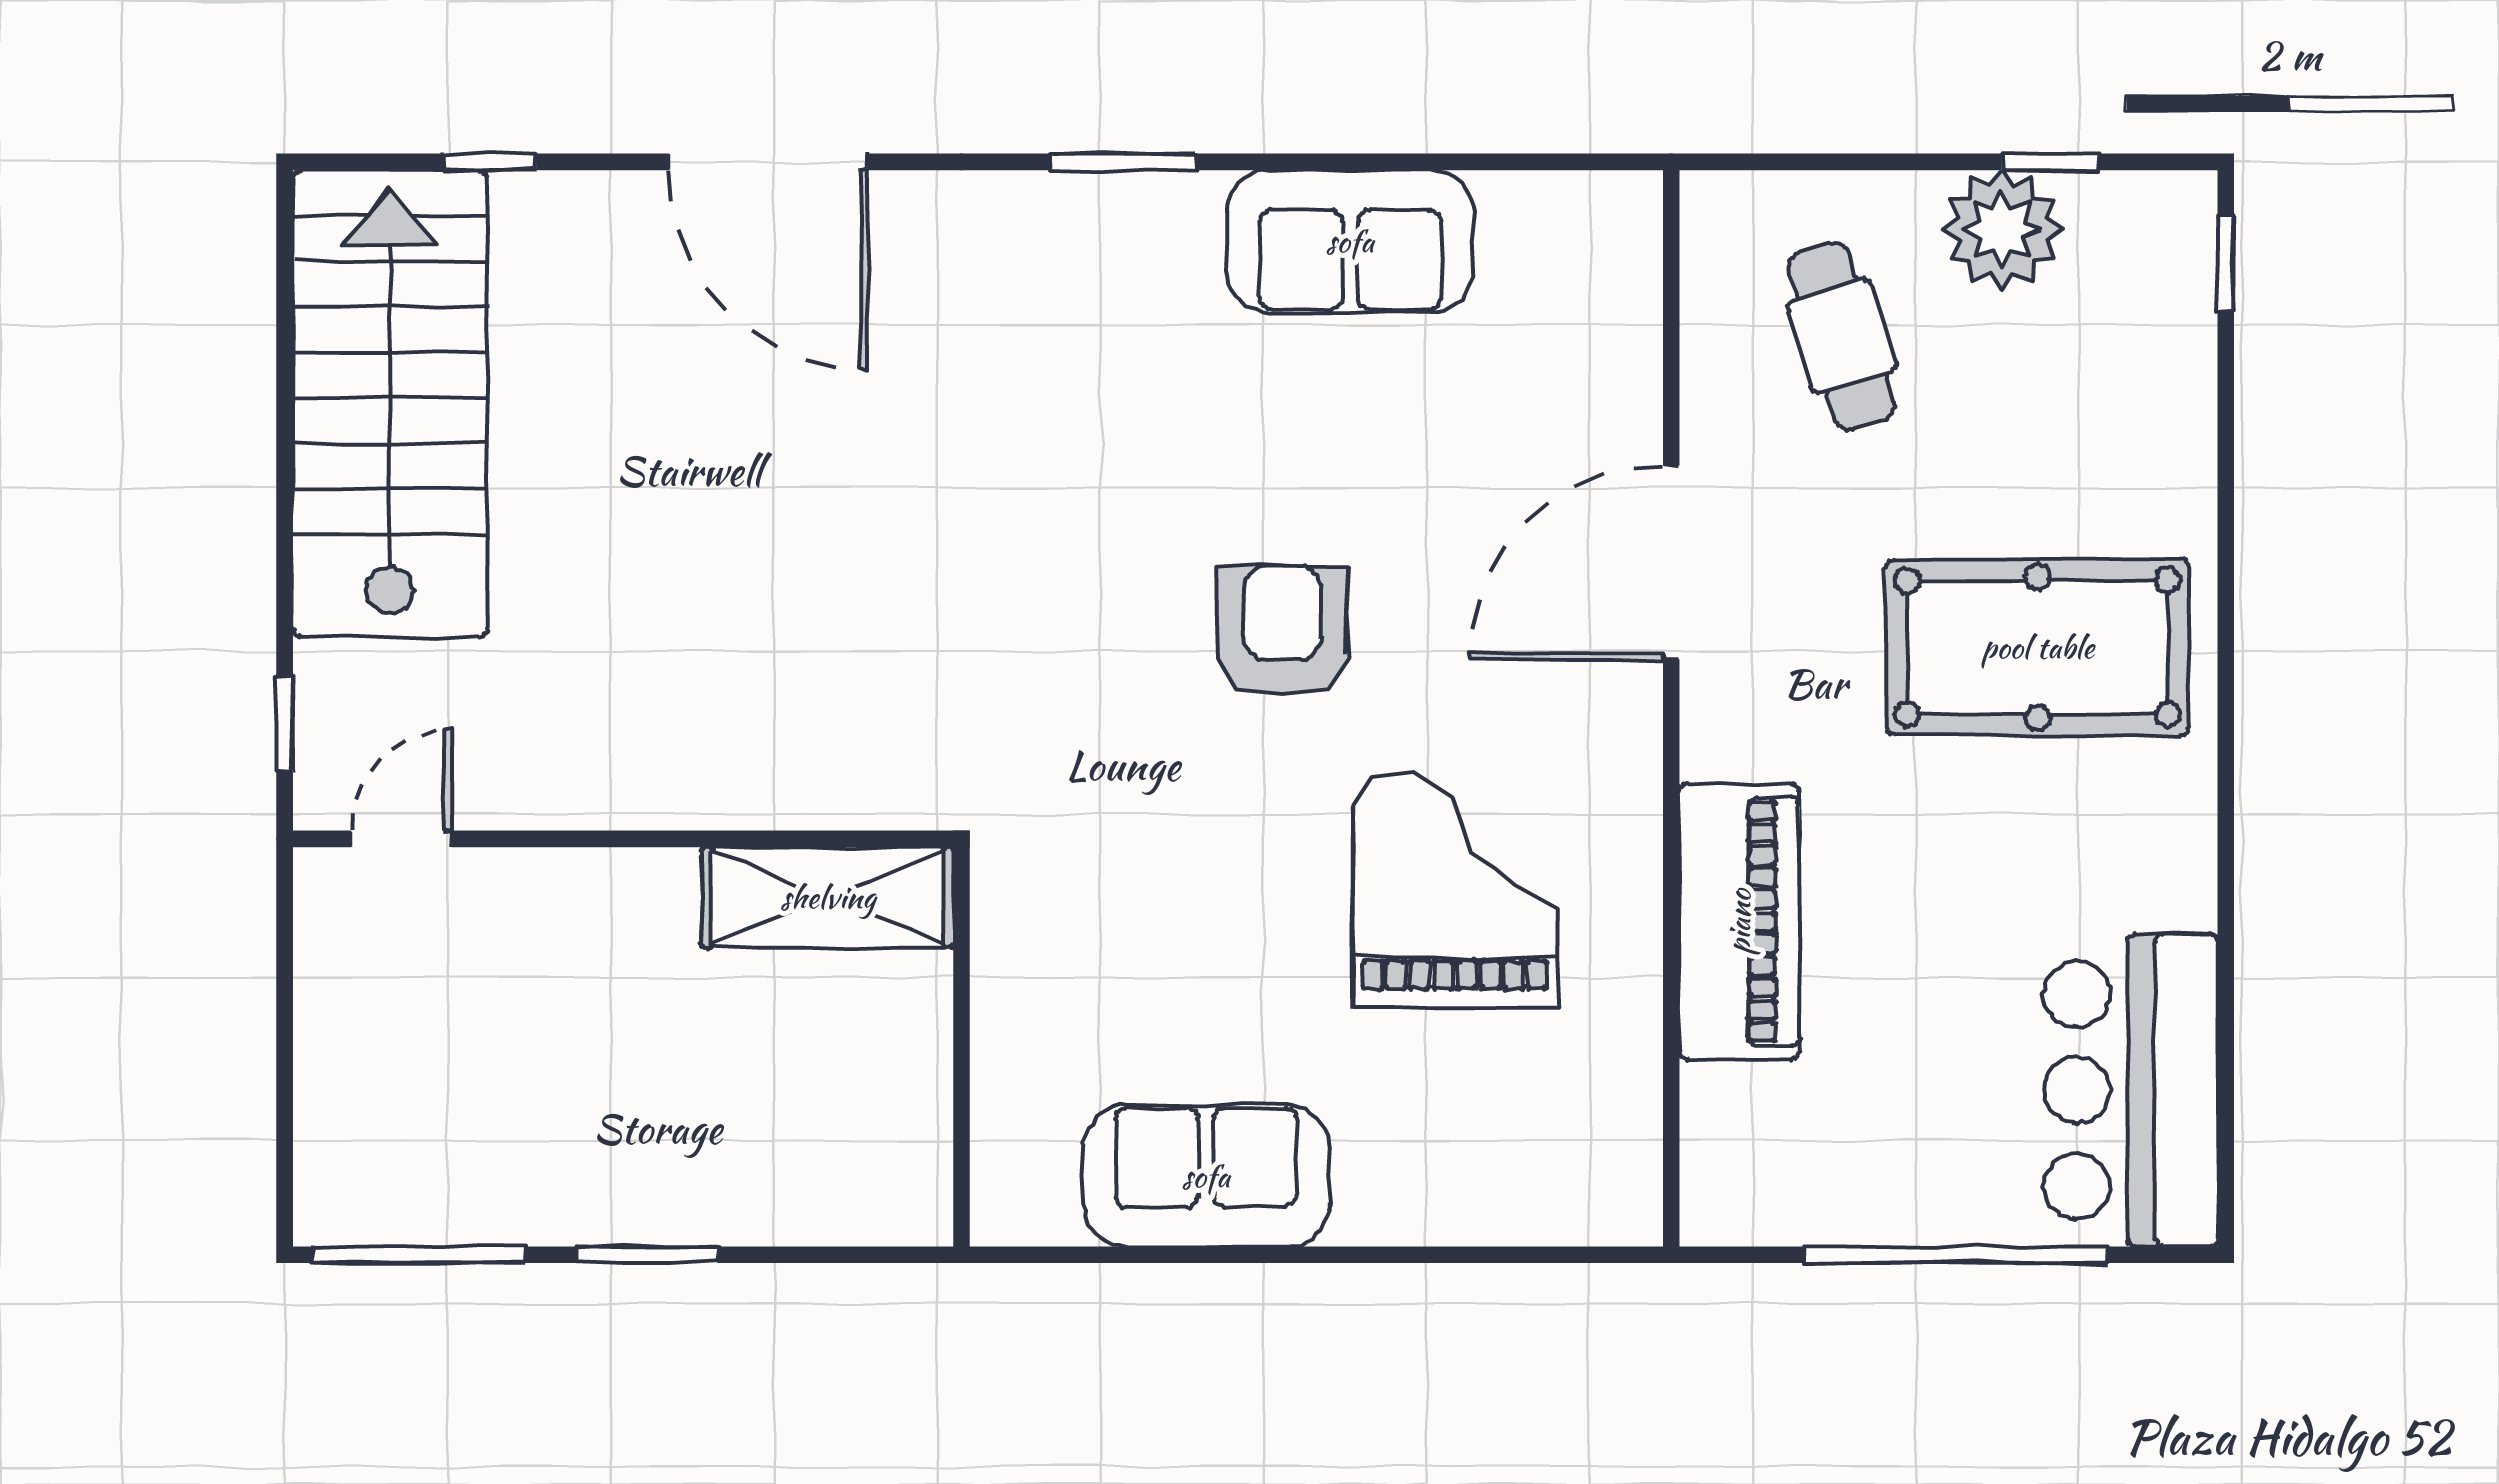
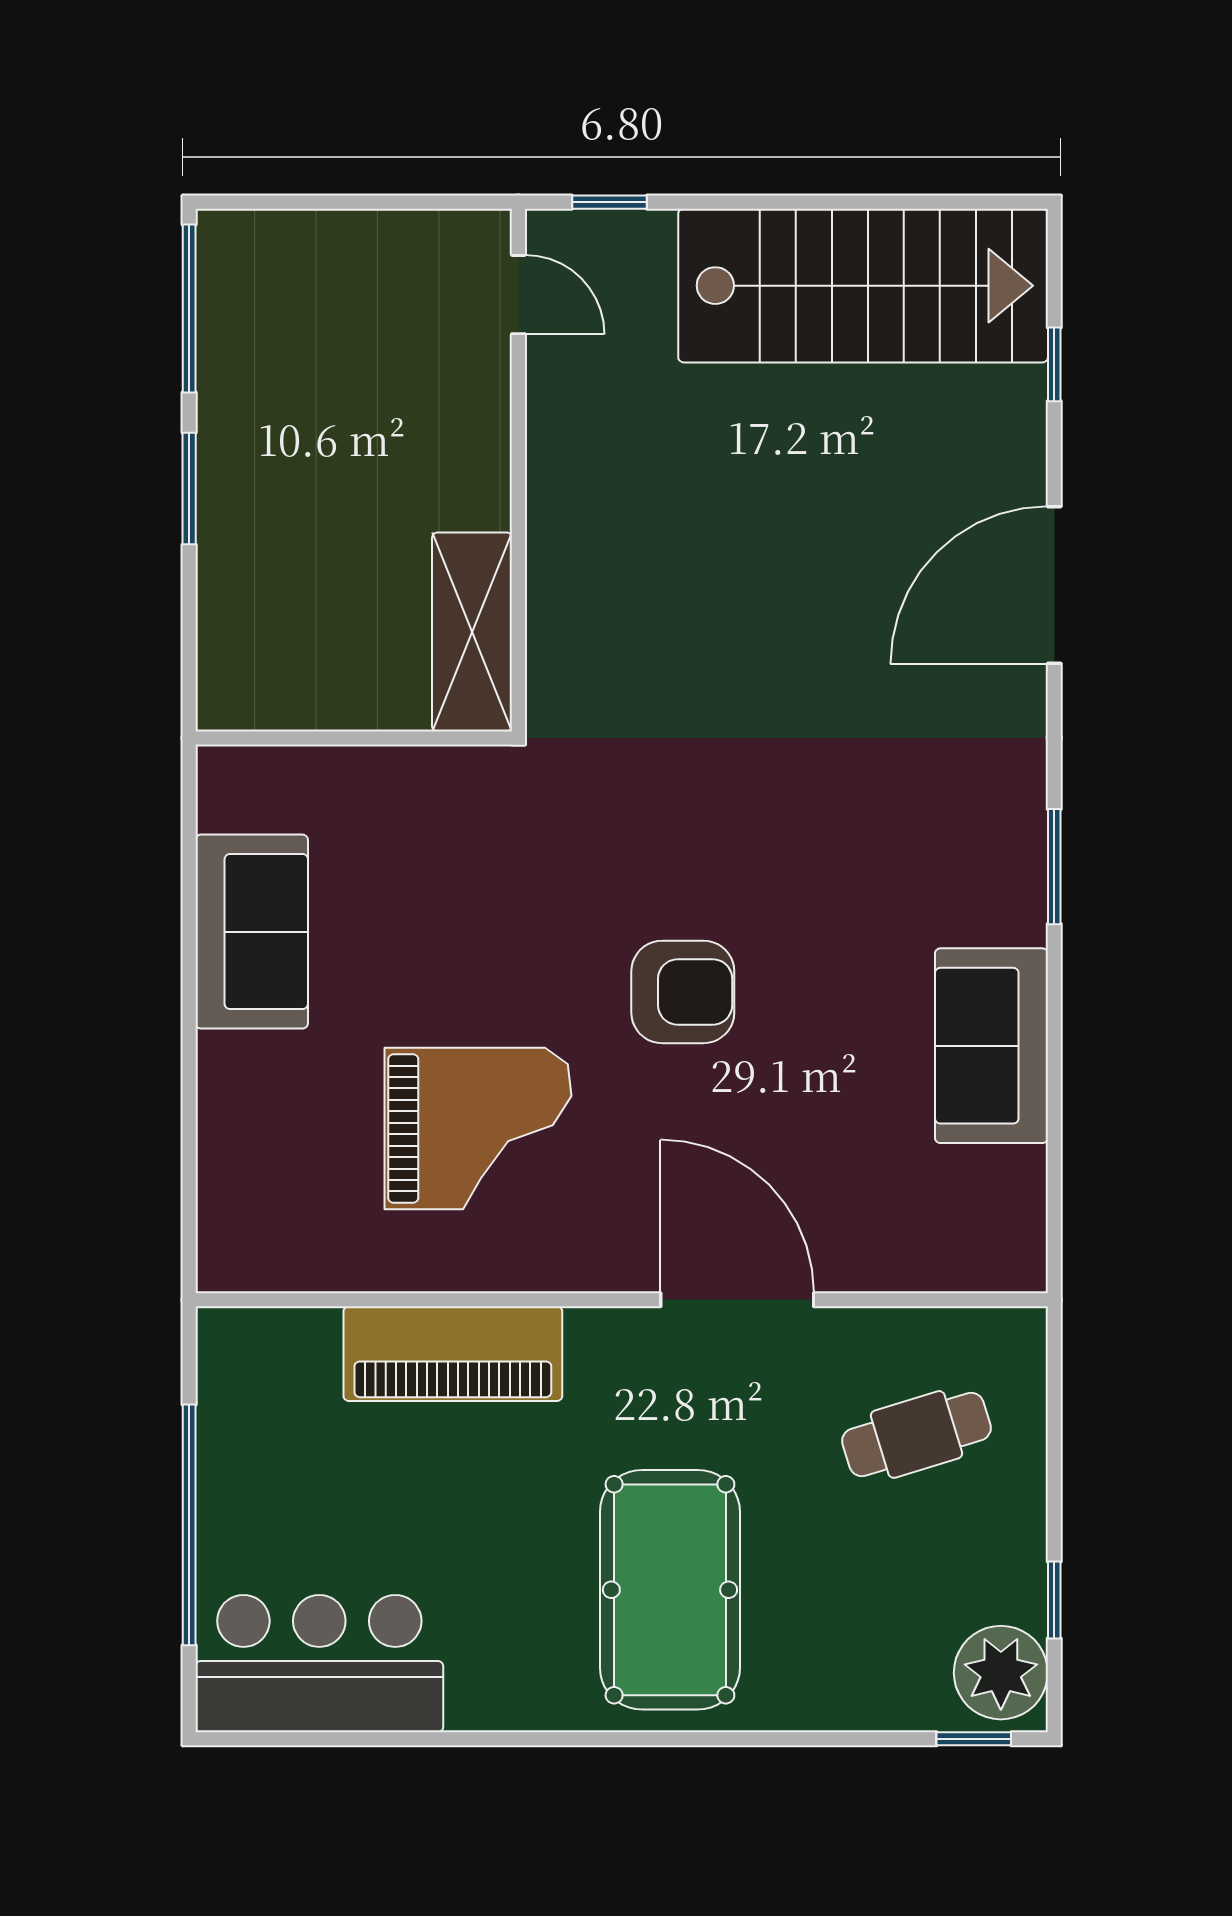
plant: (2002, 229) -> (1001, 1673), moved

